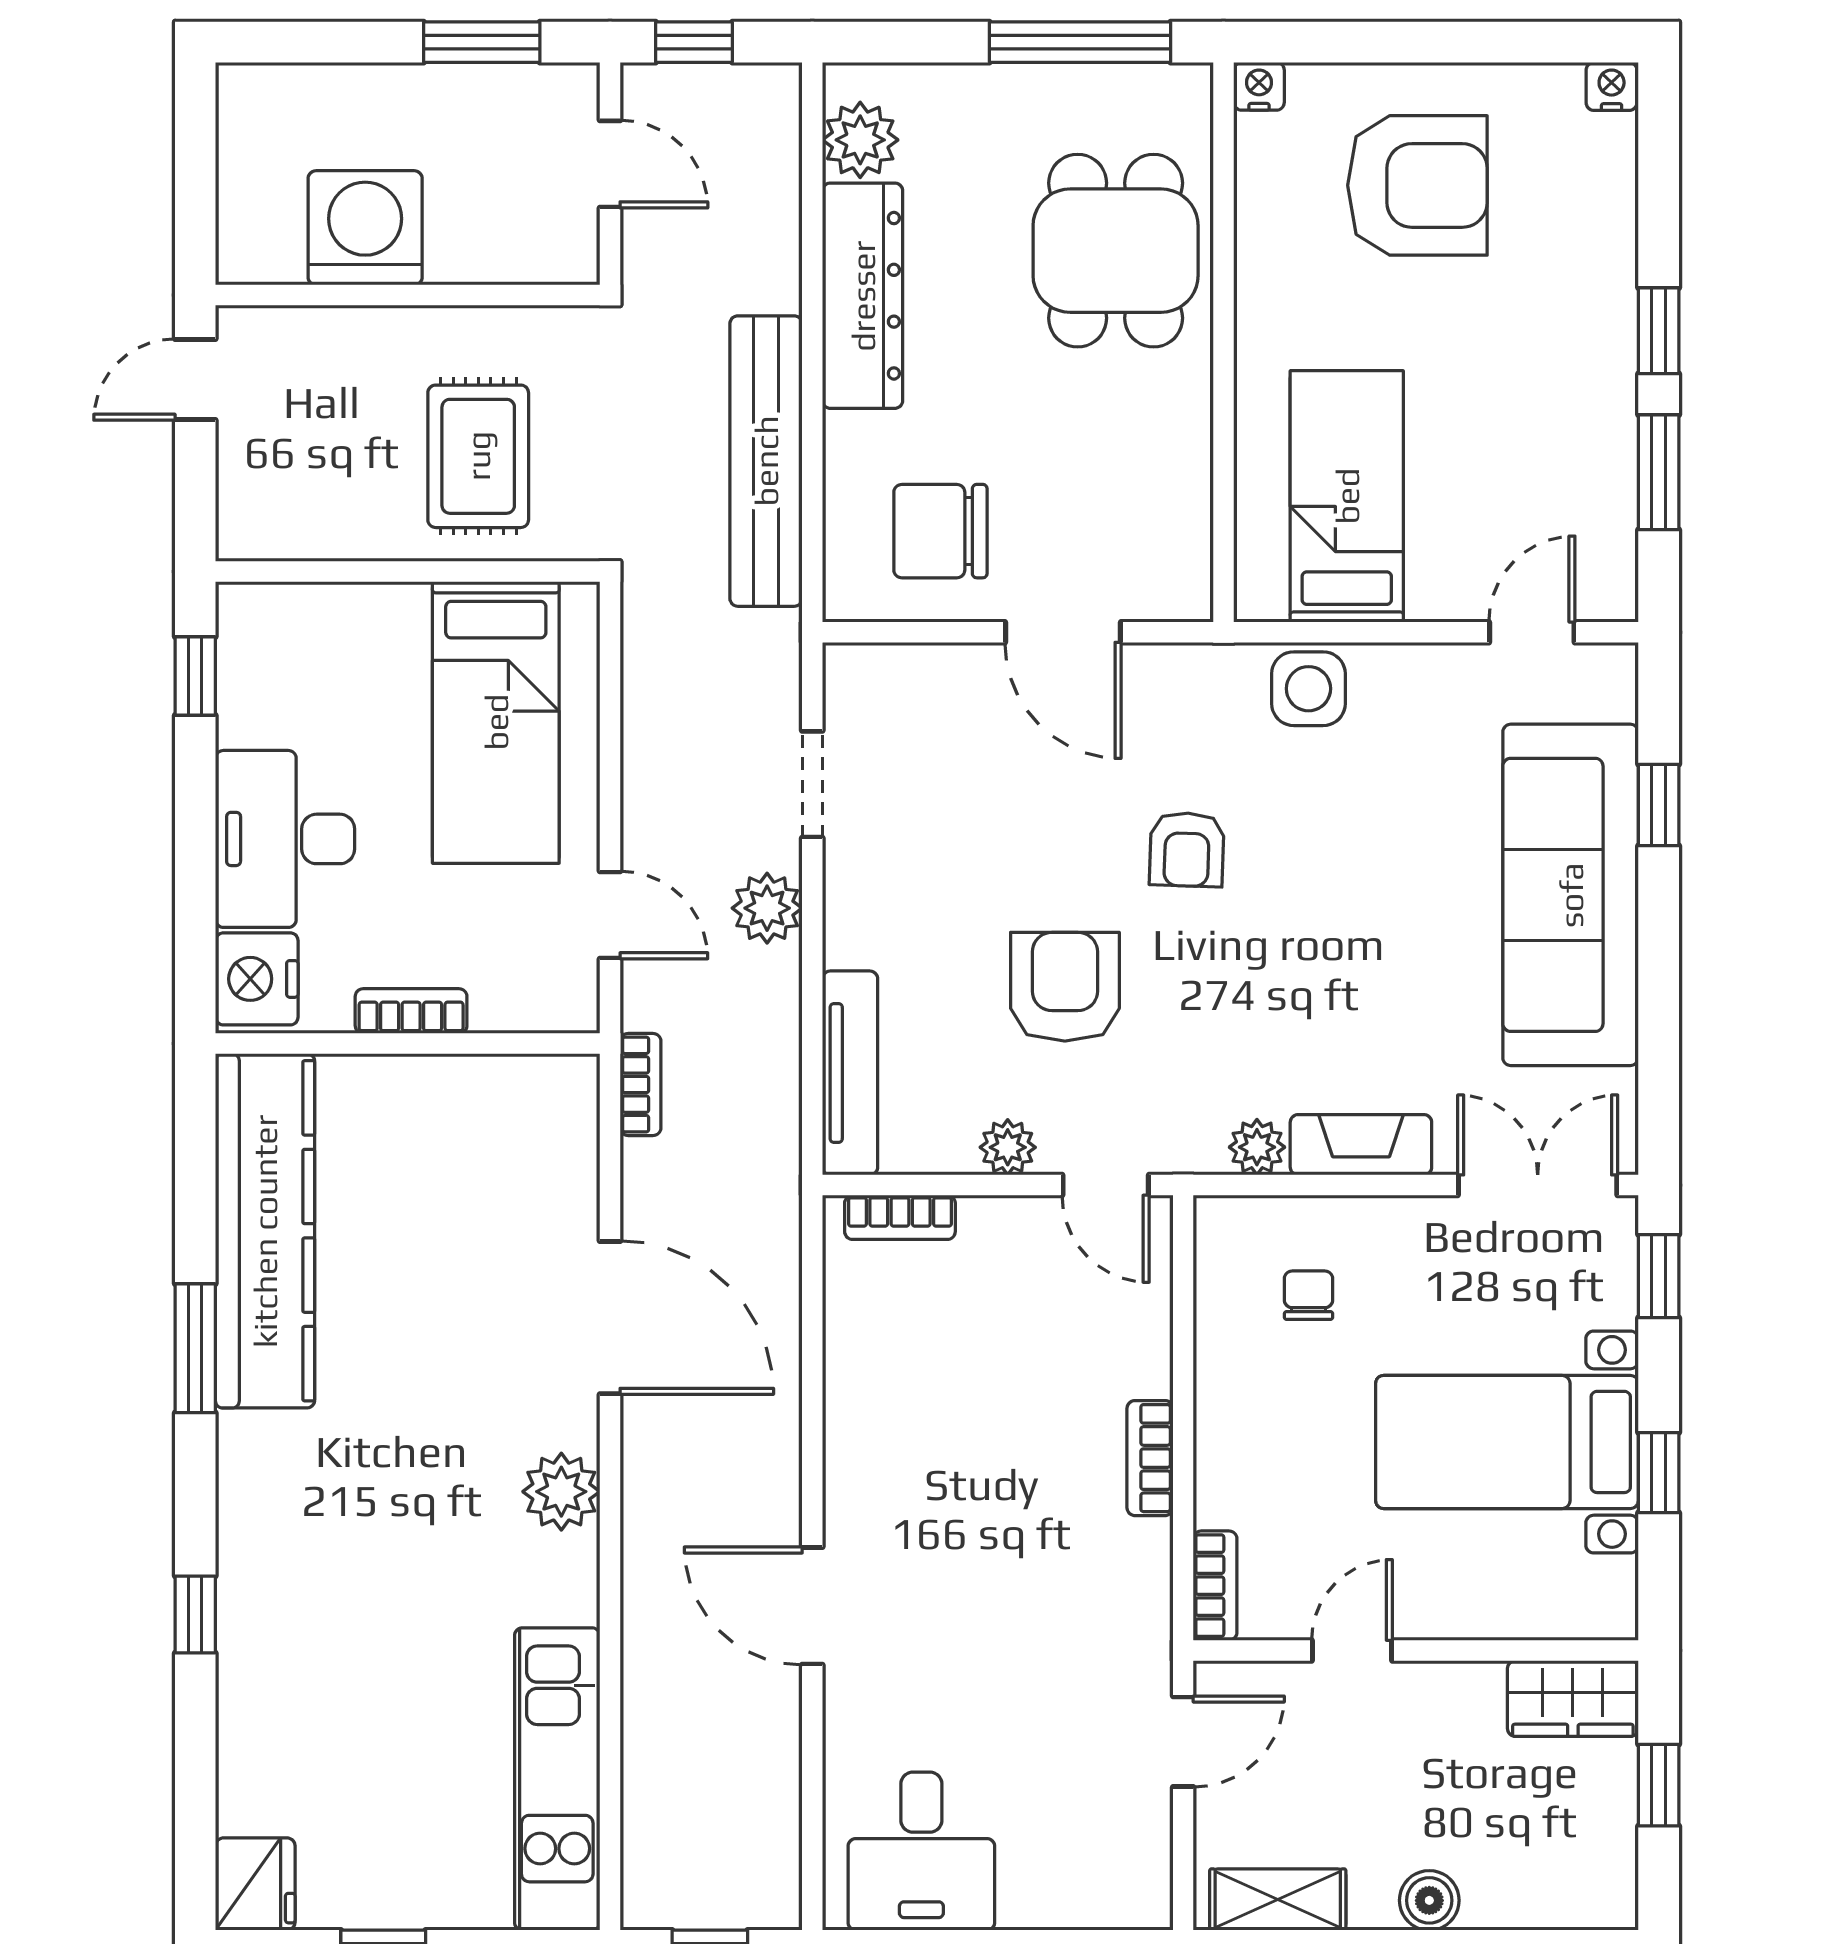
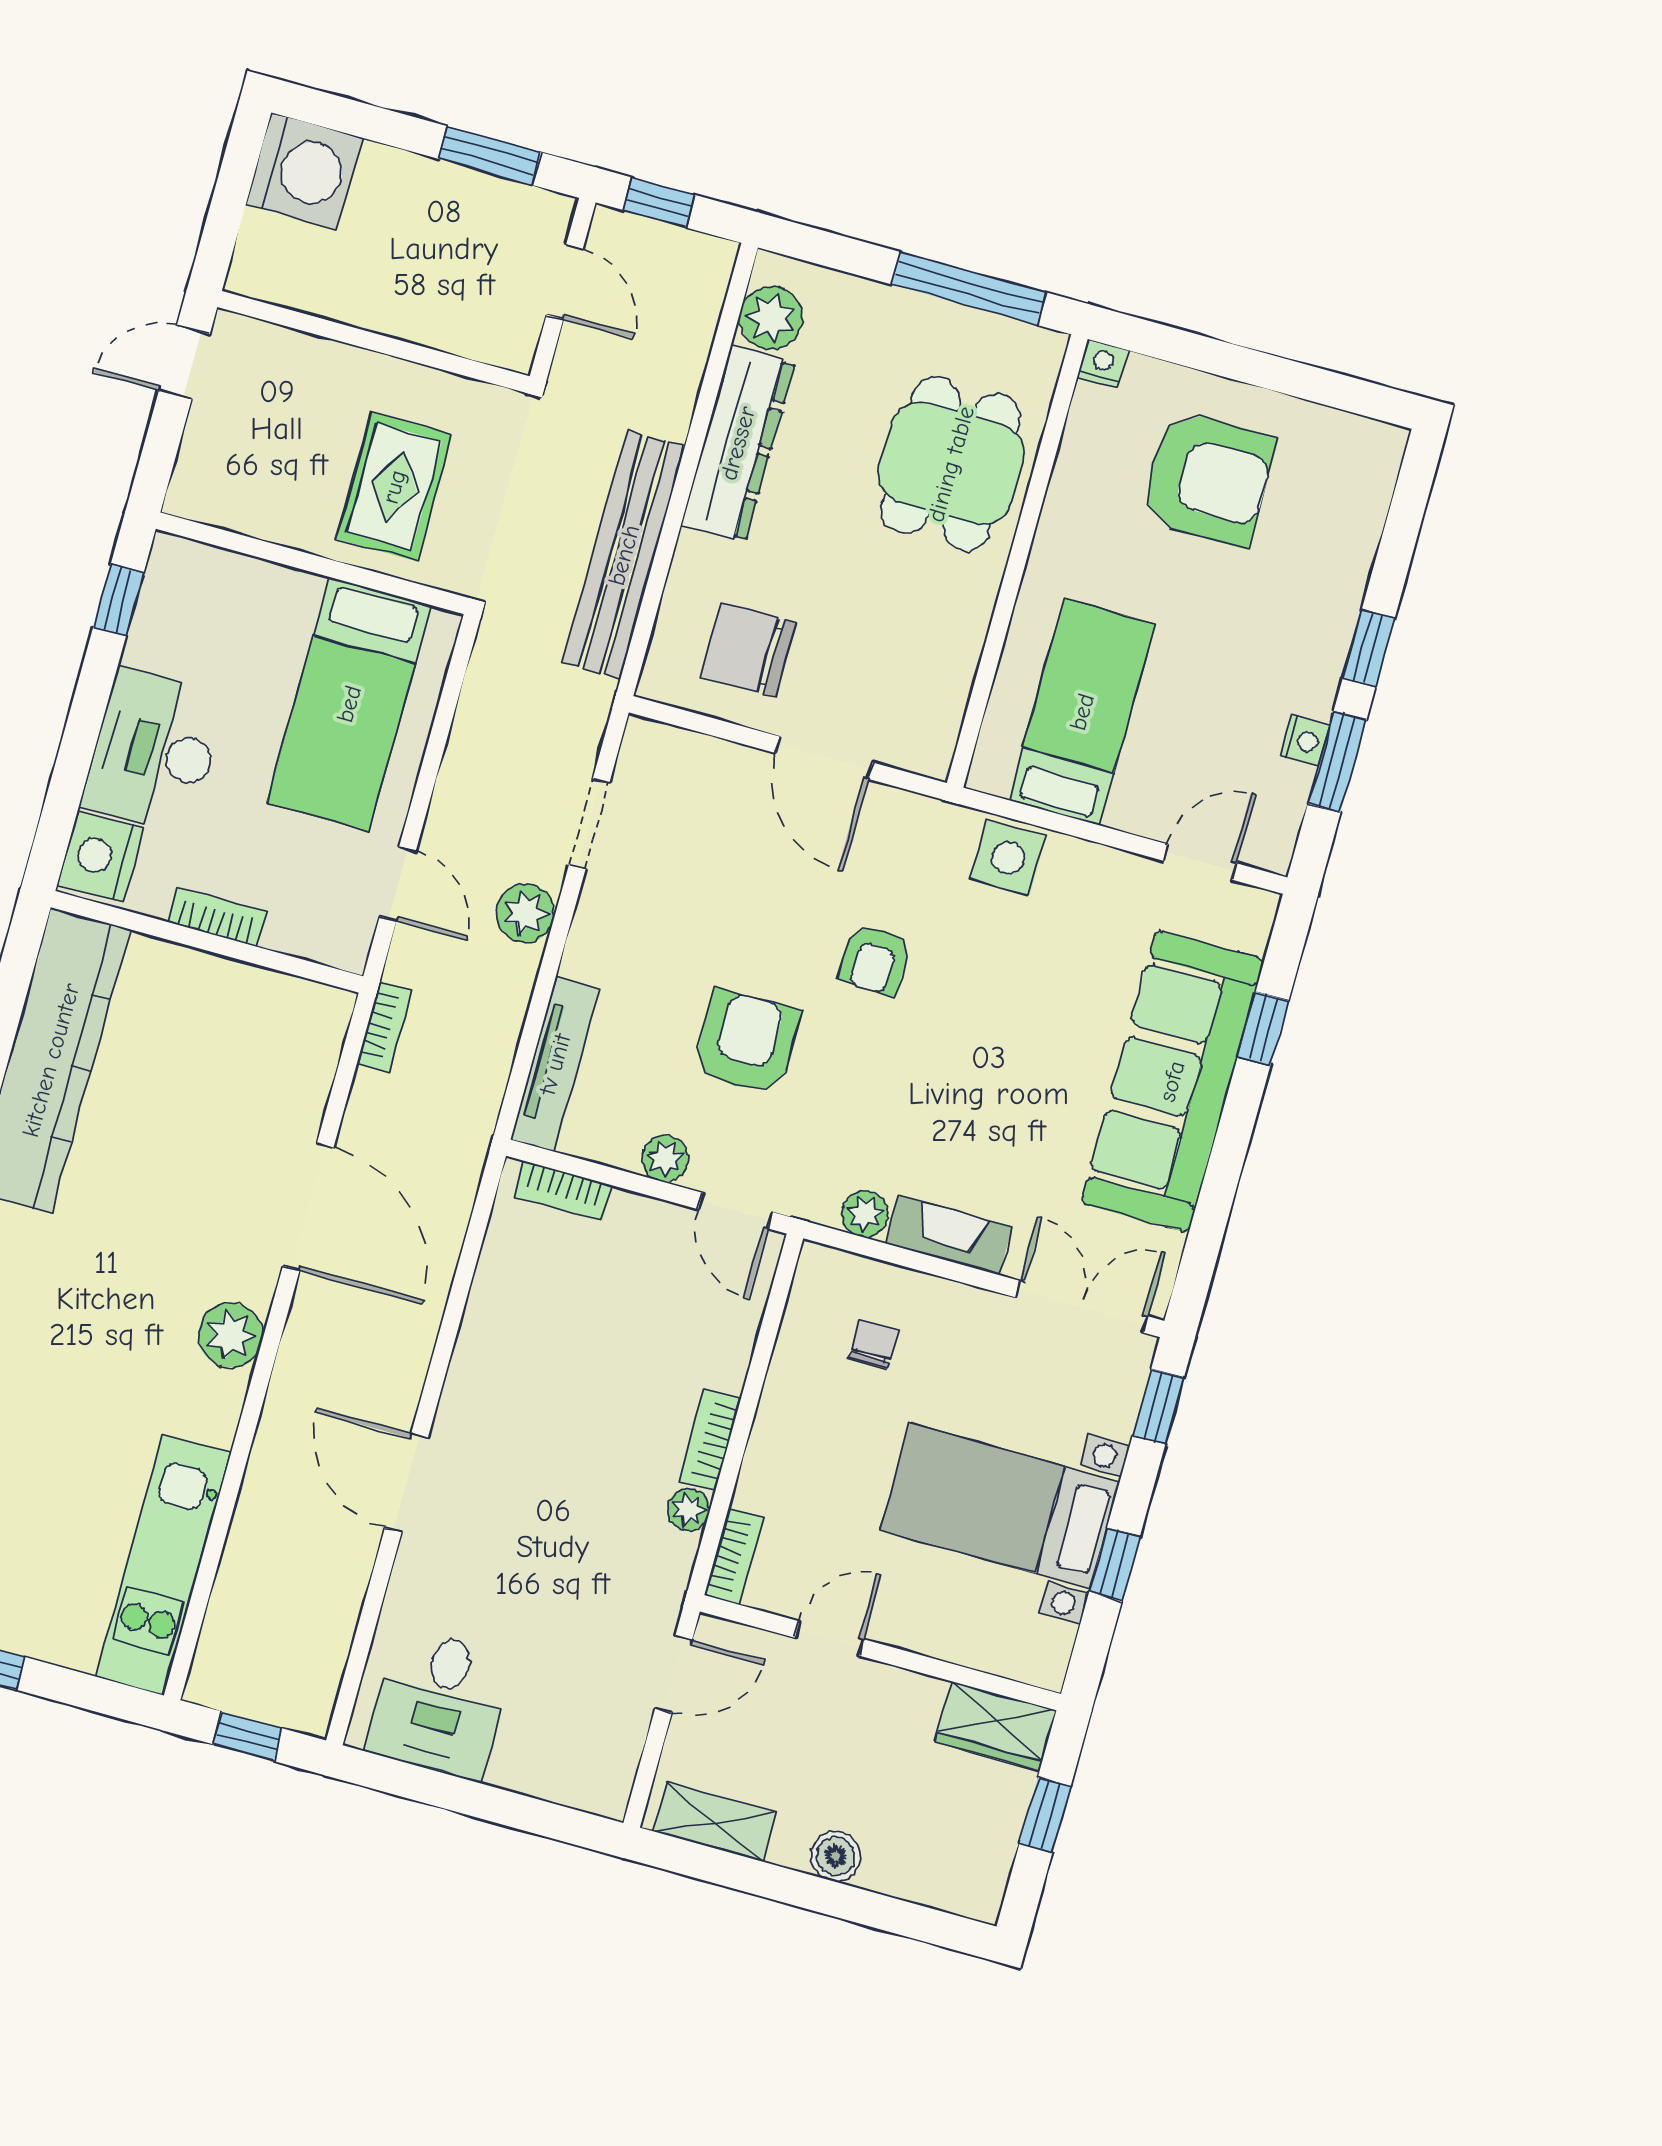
nightstand: (1612, 86) -> (1305, 741), moved, turned 90
washing machine: (365, 228) -> (304, 171), moved, turned 90
plant: (1148, 1546) -> (688, 1510), added

